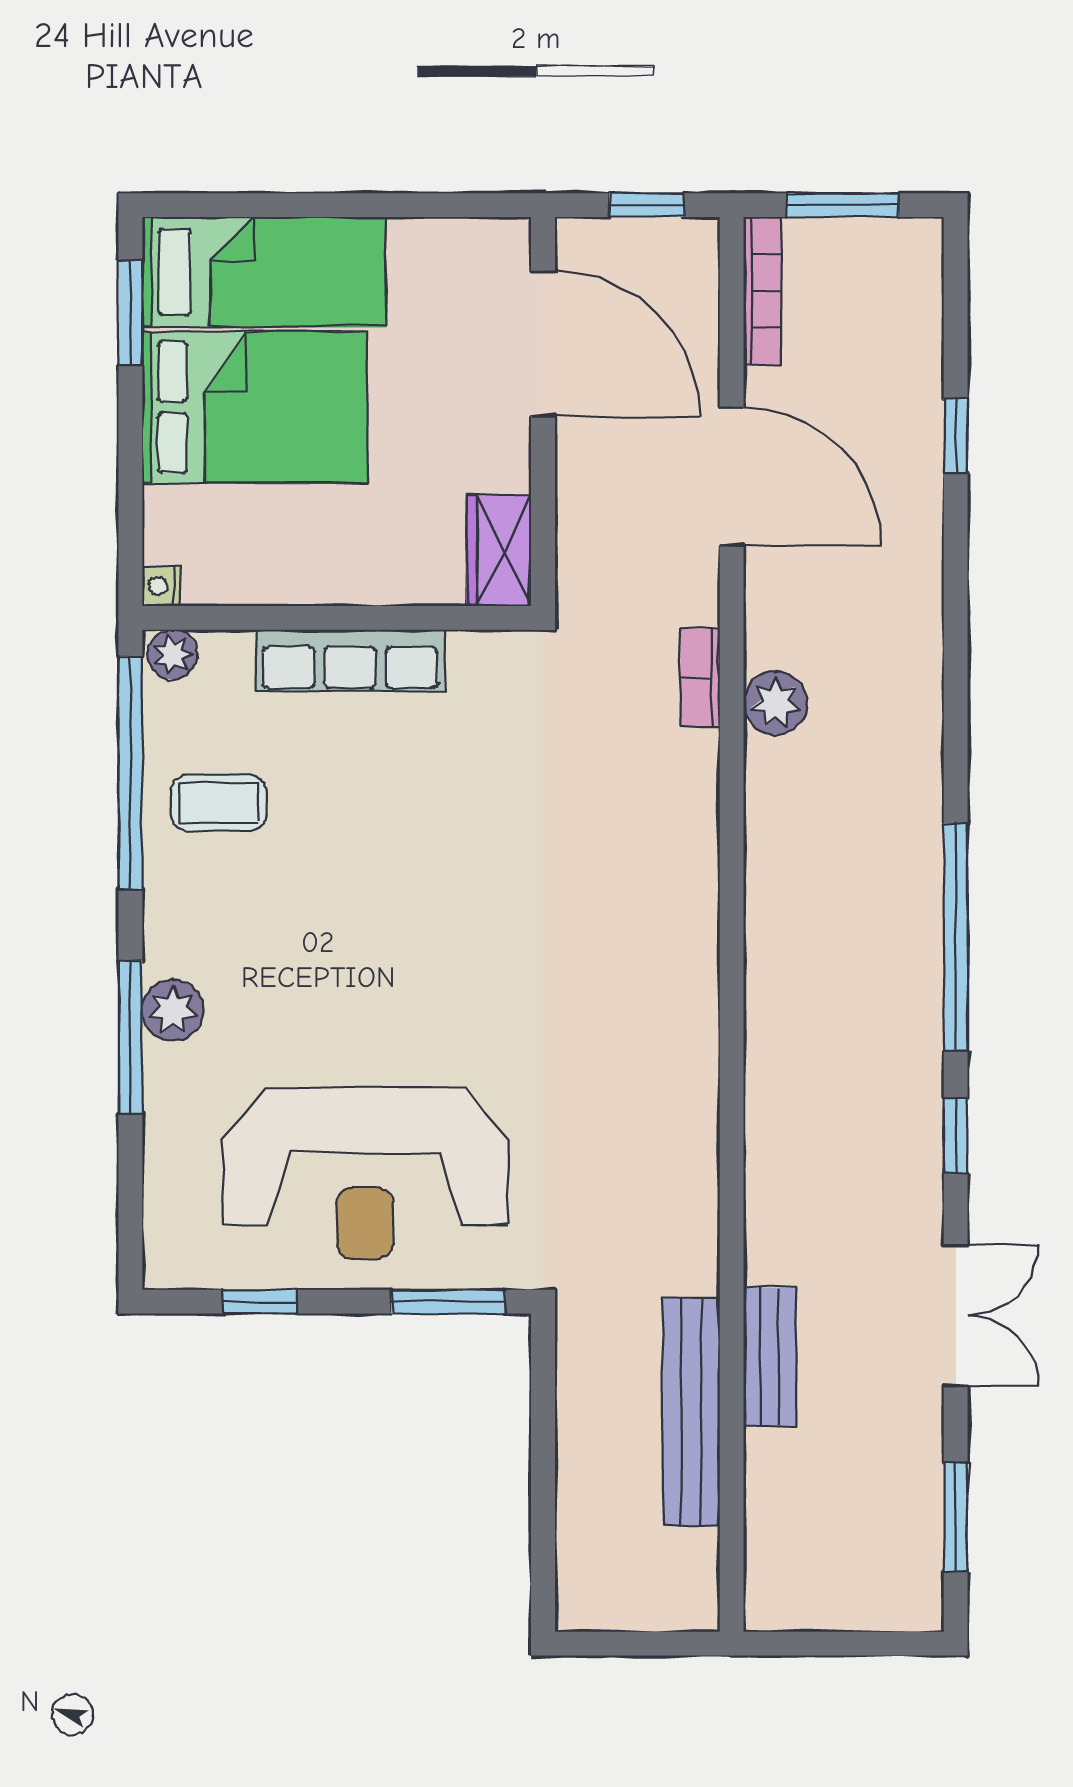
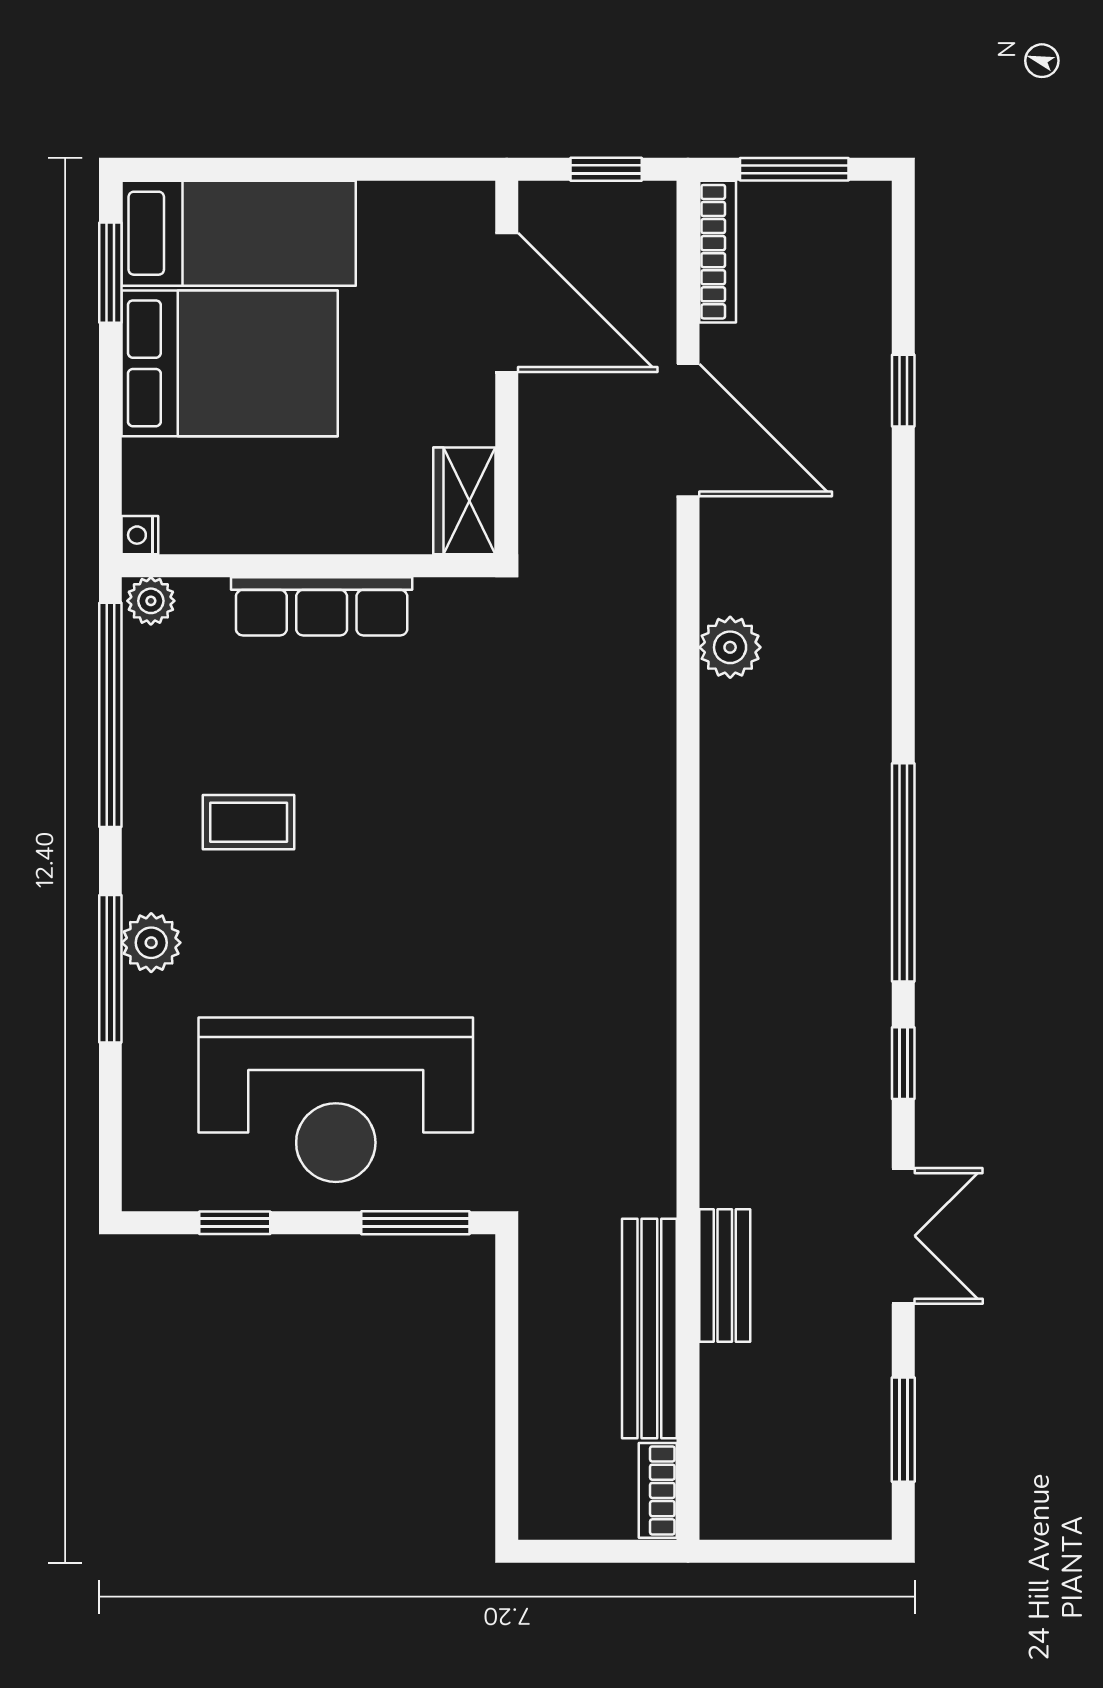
bookcase: (700, 678) -> (658, 1490), moved
coffee table: (219, 803) -> (249, 822), moved

